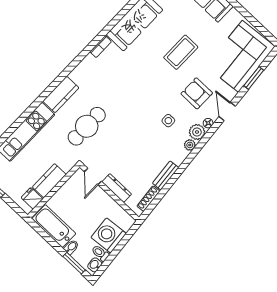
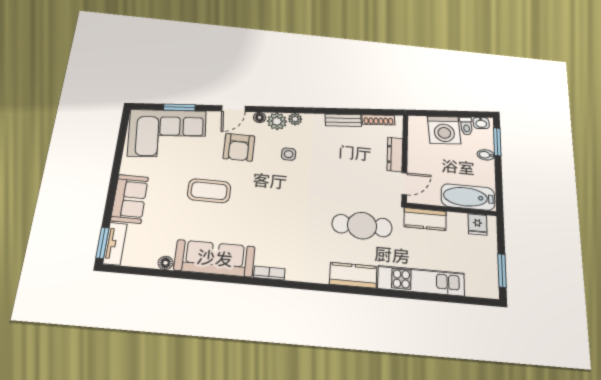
kitchen counter: (49, 181) -> (425, 219), moved
bathtub: (54, 226) -> (468, 197), moved, turned 90

